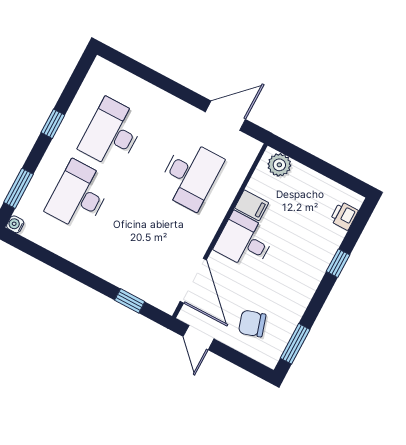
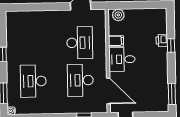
desk: (112, 133) -> (80, 80), moved
printer: (344, 216) -> (162, 40), moved
chair: (252, 324) -> (147, 96), removed

